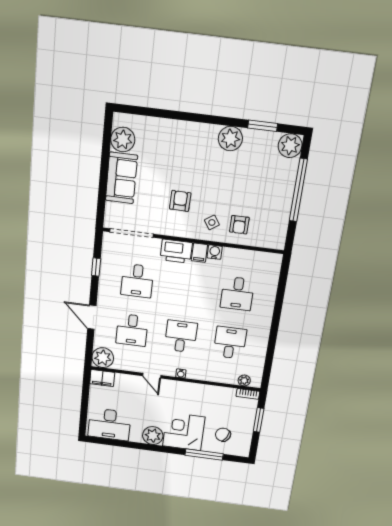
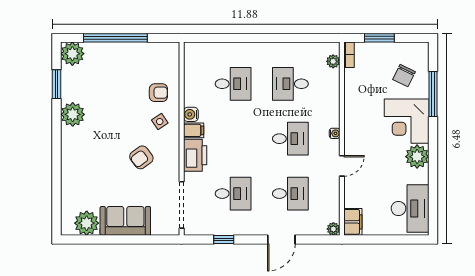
armchair: (180, 201) -> (141, 157), turned -38
desk: (181, 336) -> (290, 139), turned 180
plant: (103, 358) -> (333, 229), width x0.53, depth x0.53

